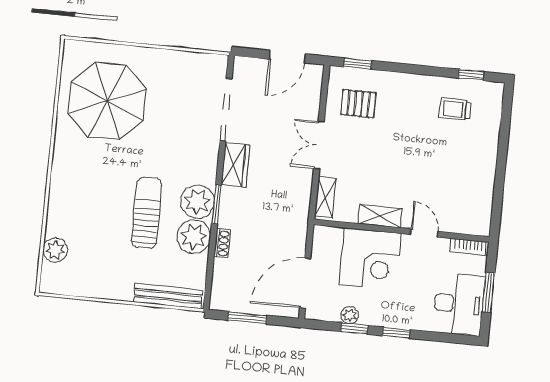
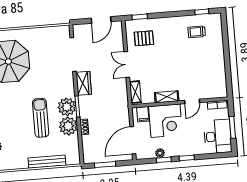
door: (424, 233) -> (192, 101), swing flipped
filing cabinet: (332, 240) -> (143, 114), added
bench: (168, 296) -> (47, 162), moved

